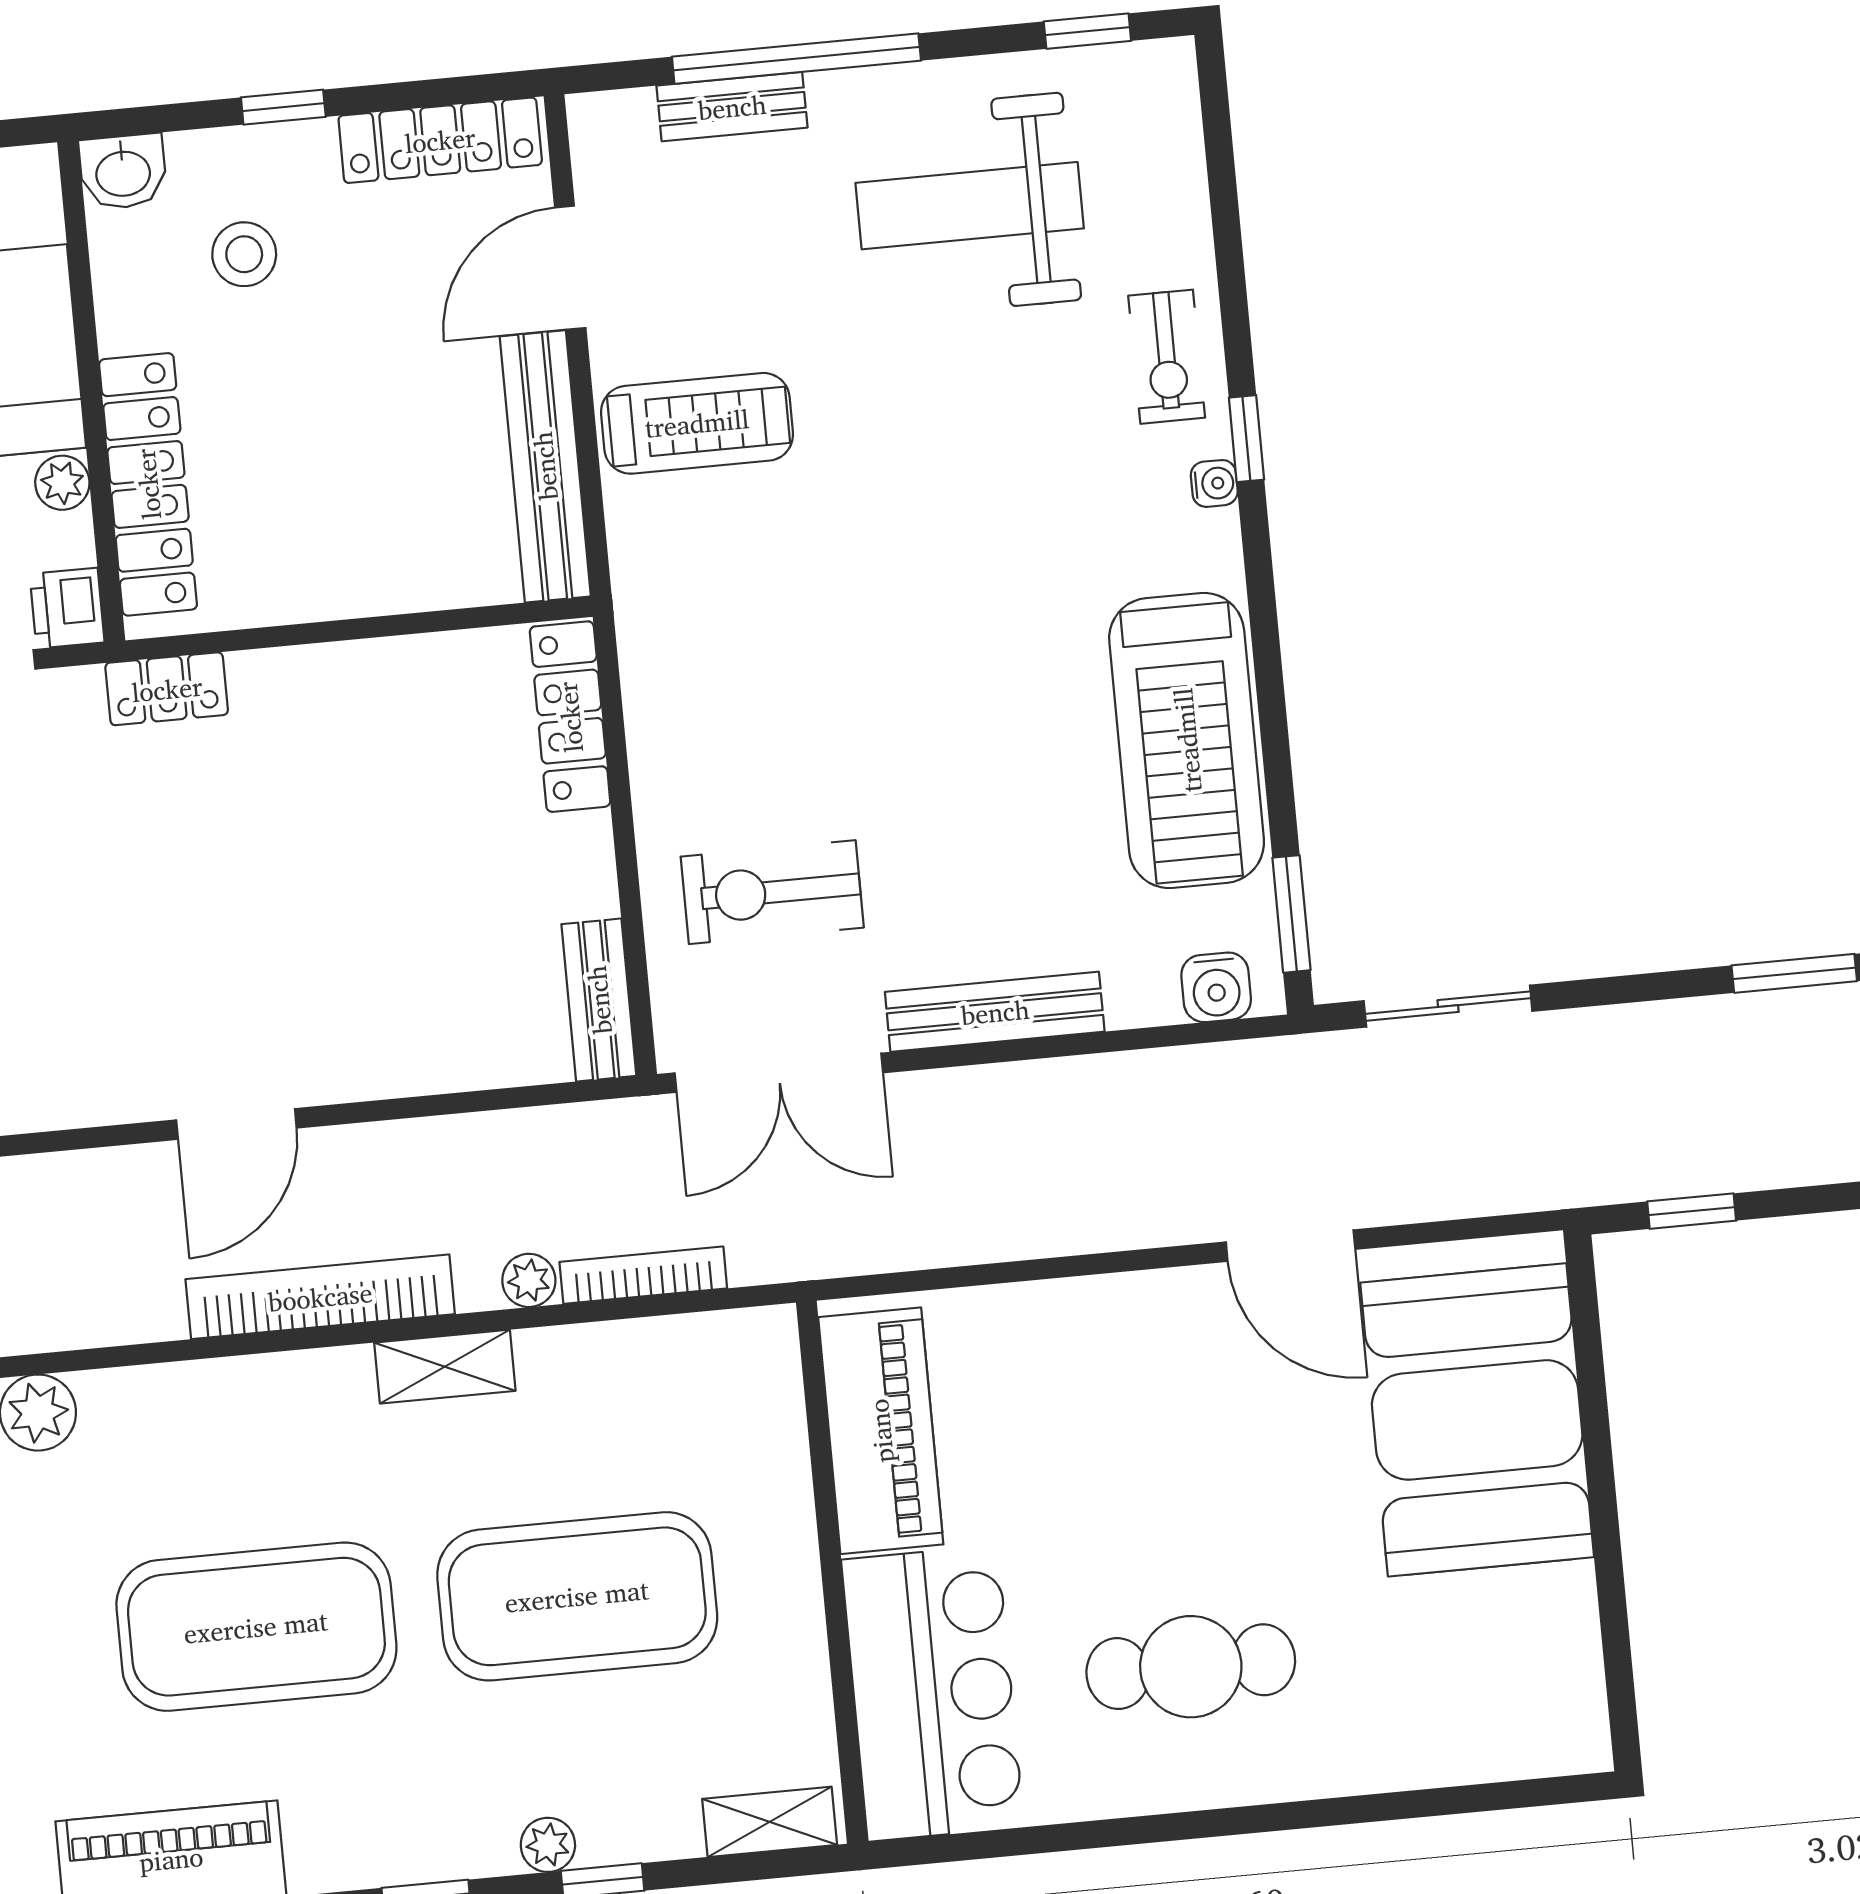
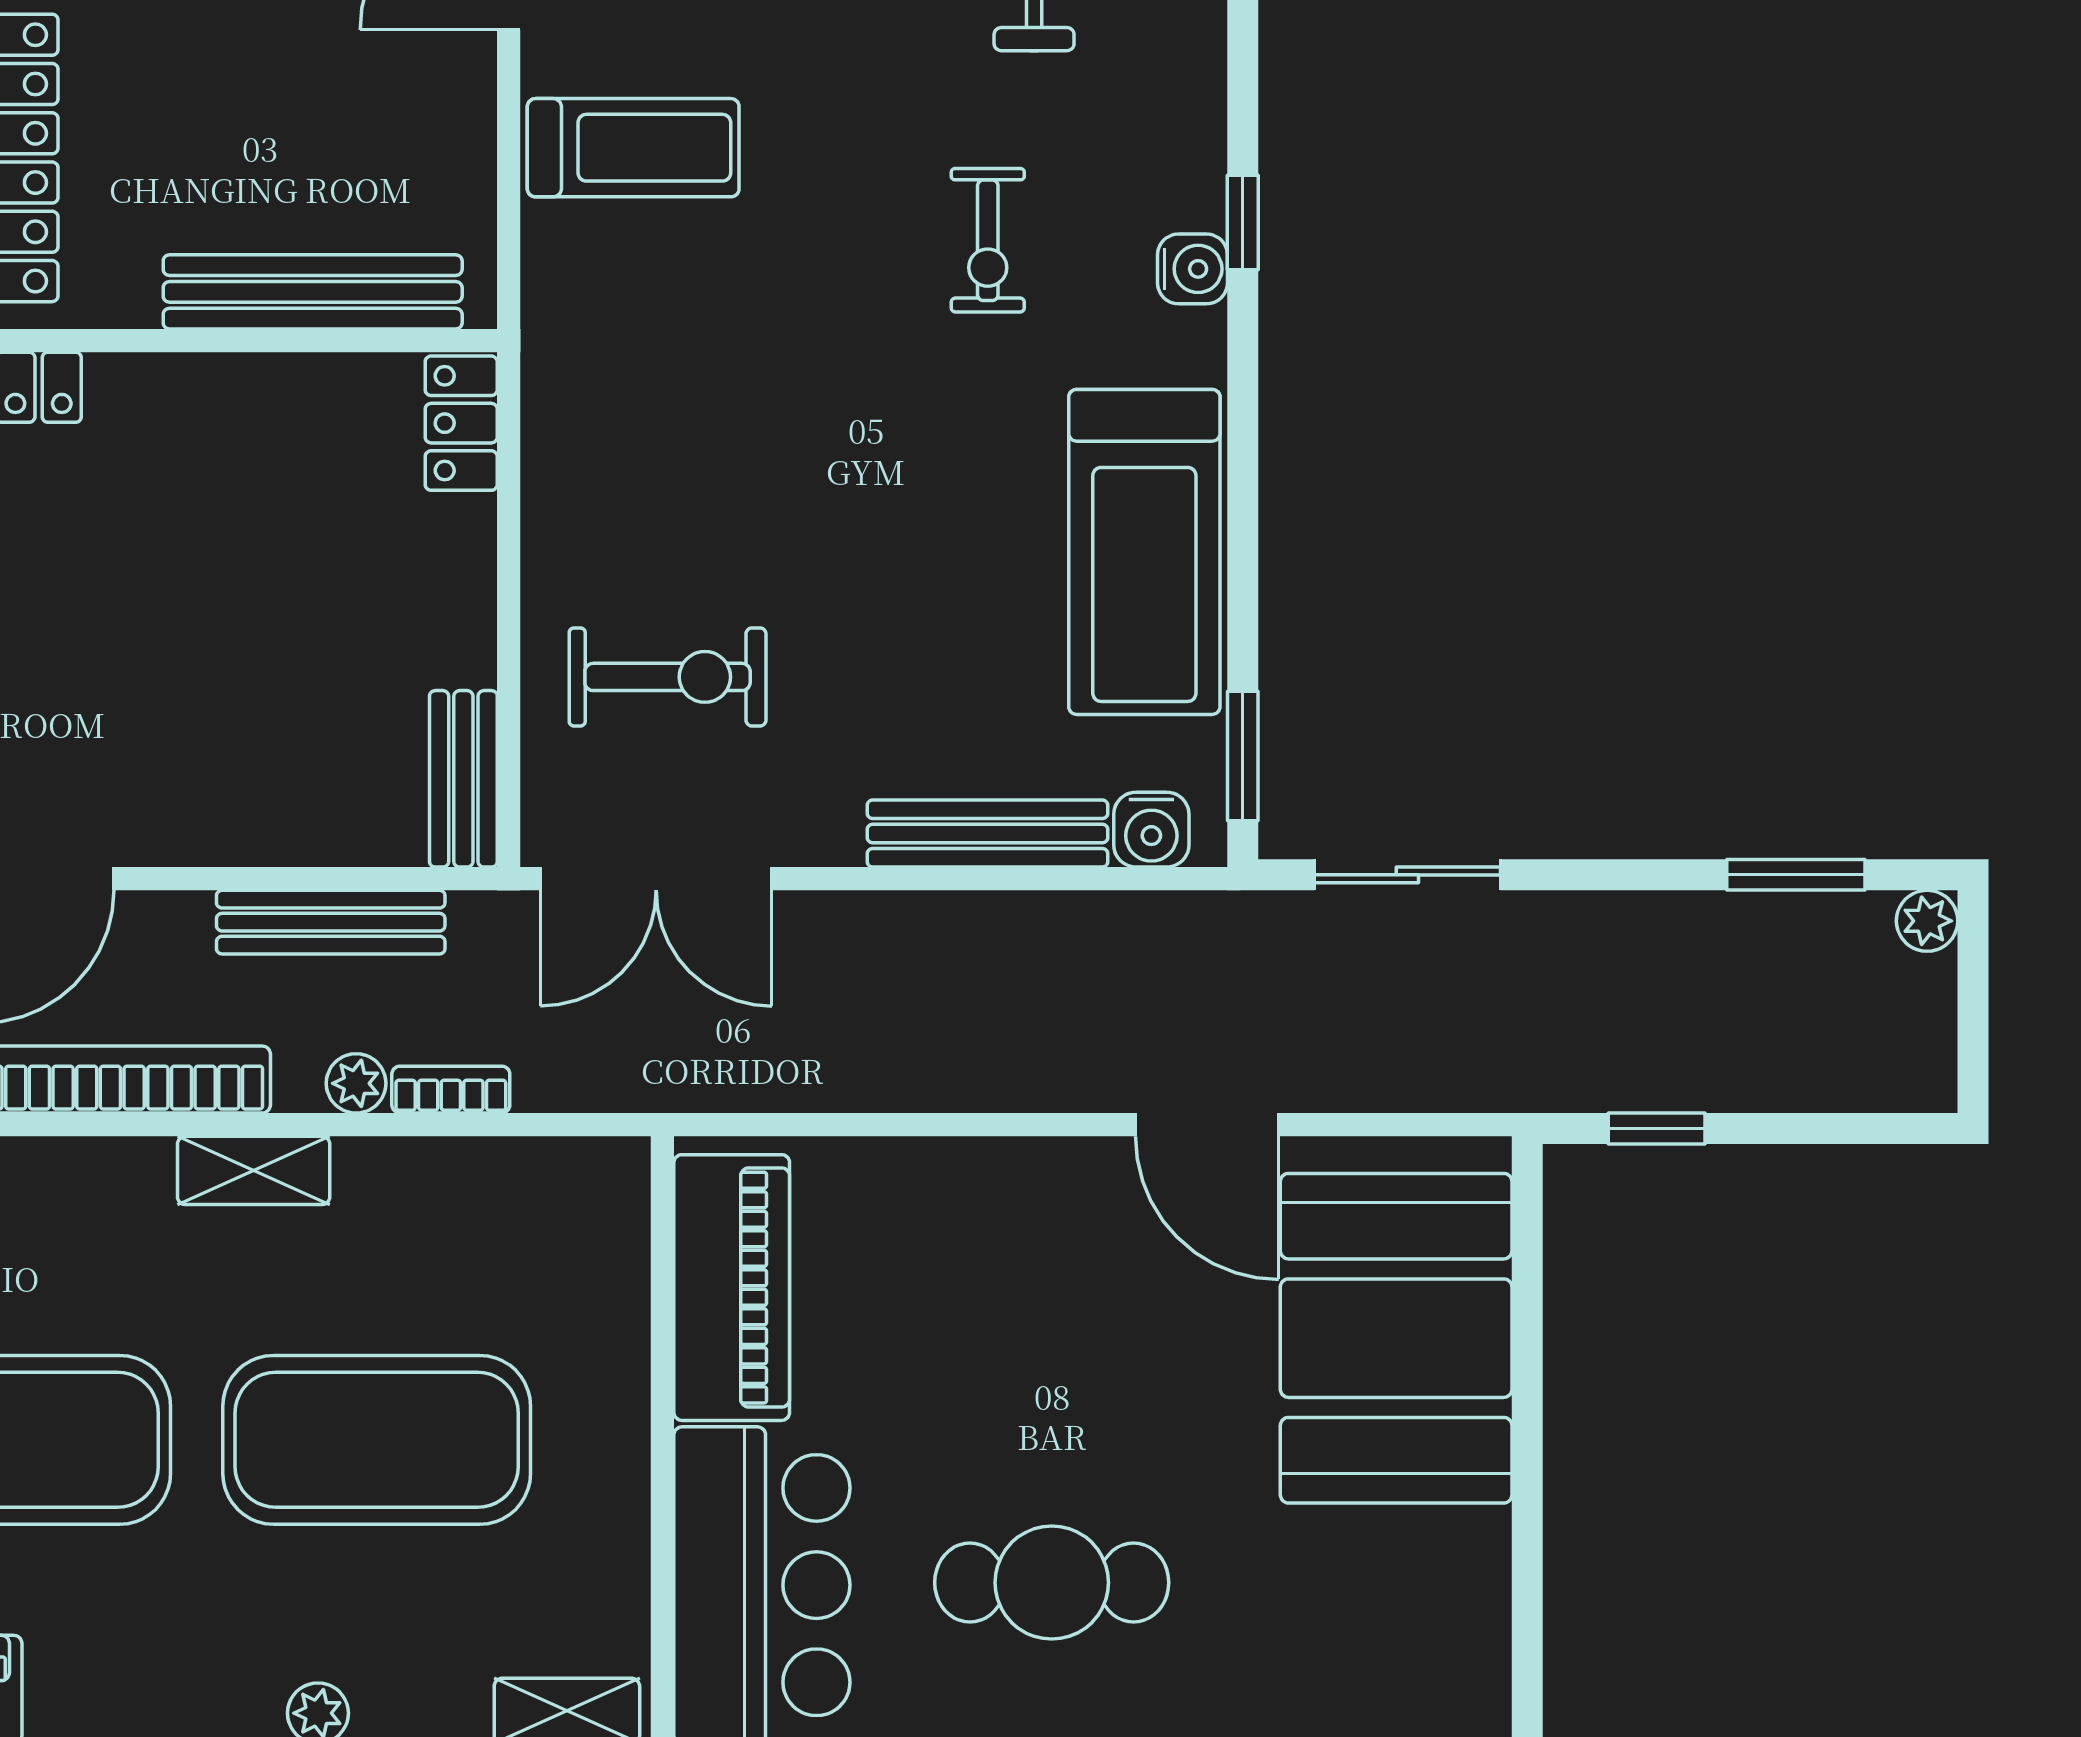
exercise bike: (1167, 357) -> (988, 240), moved
bench: (545, 466) -> (313, 292), moved, turned 90
water cooler: (1214, 483) -> (1192, 269), width x1.38, depth x1.38
locker: (570, 717) -> (461, 423), width x0.66
exercise bike: (772, 892) -> (668, 677), turned 180
bench: (995, 1012) -> (987, 833), moved
bench: (493, 1139) -> (331, 922), added
bookcase: (643, 1275) -> (451, 1090), width x0.64

